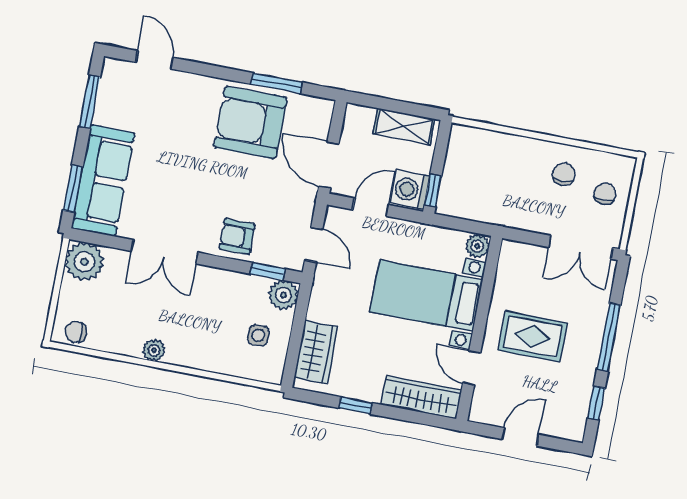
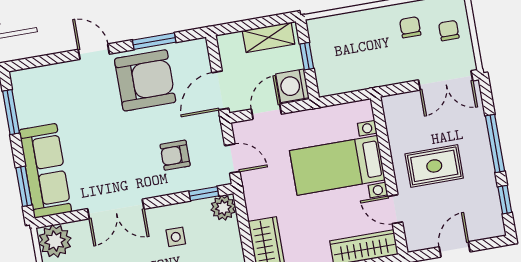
door: (154, 60) -> (94, 52), moved
armchair: (250, 122) -> (145, 80), turned 180
door: (329, 165) -> (220, 90), hinge flipped
window: (433, 190) -> (307, 56), moved
armchair: (237, 237) -> (175, 155), moved
plant: (477, 246) -> (363, 110), removed
side table: (258, 335) -> (176, 237), moved

